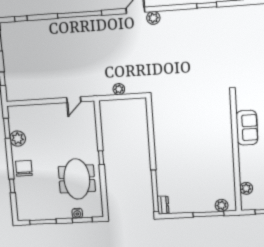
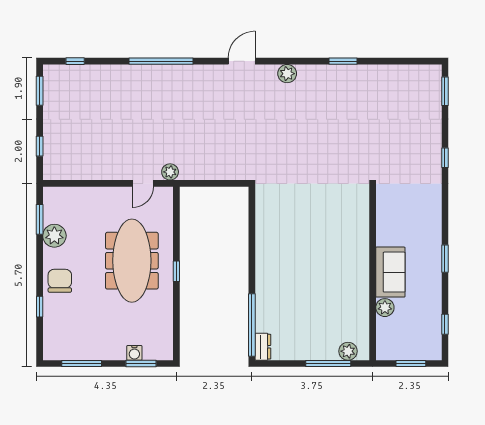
plant: (153, 18) -> (287, 74), moved
plant: (119, 89) -> (170, 172), moved
sofa: (247, 128) -> (390, 272), moved
meeting table: (77, 179) -> (132, 261), moved, width x1.36
plant: (246, 188) -> (385, 308), moved

